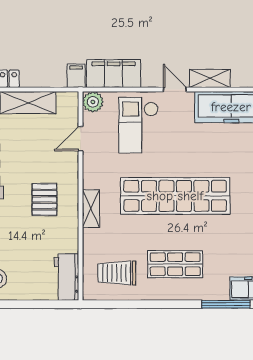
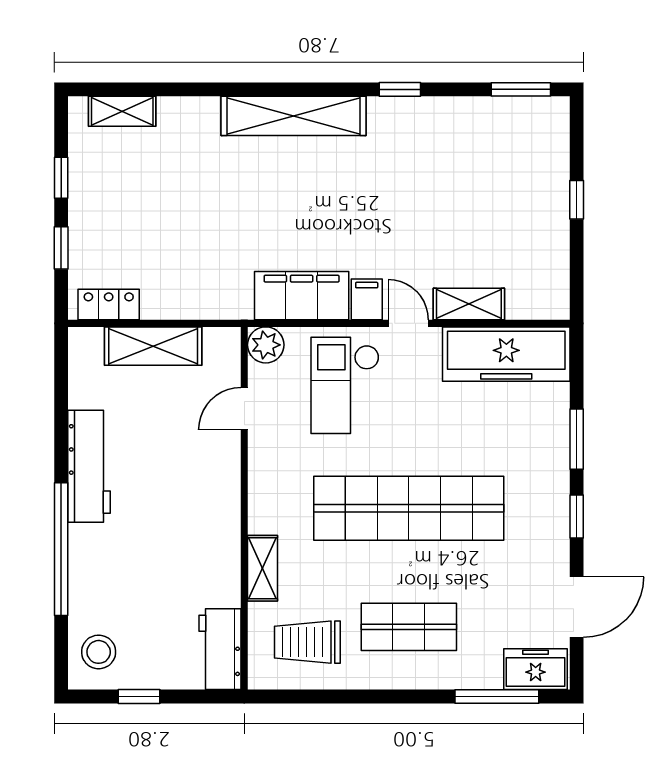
filing cabinet: (76, 76) -> (367, 299), moved
pallet: (45, 200) -> (182, 514), removed
shelving: (91, 209) -> (262, 568), moved
window: (20, 304) -> (139, 696), added

